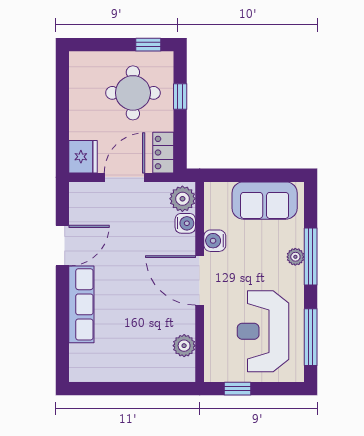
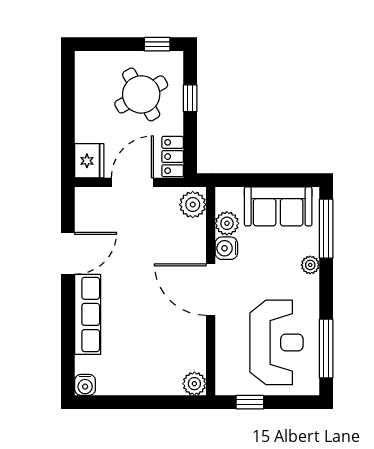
round table: (133, 93) -> (141, 94), turned -30
plant: (215, 217) -> (227, 223), added
water cooler: (185, 223) -> (85, 385), moved, turned 90
window: (311, 256) -> (326, 229), moved
reception desk: (263, 331) -> (276, 342), turned 180
plant: (184, 346) -> (194, 384), moved

